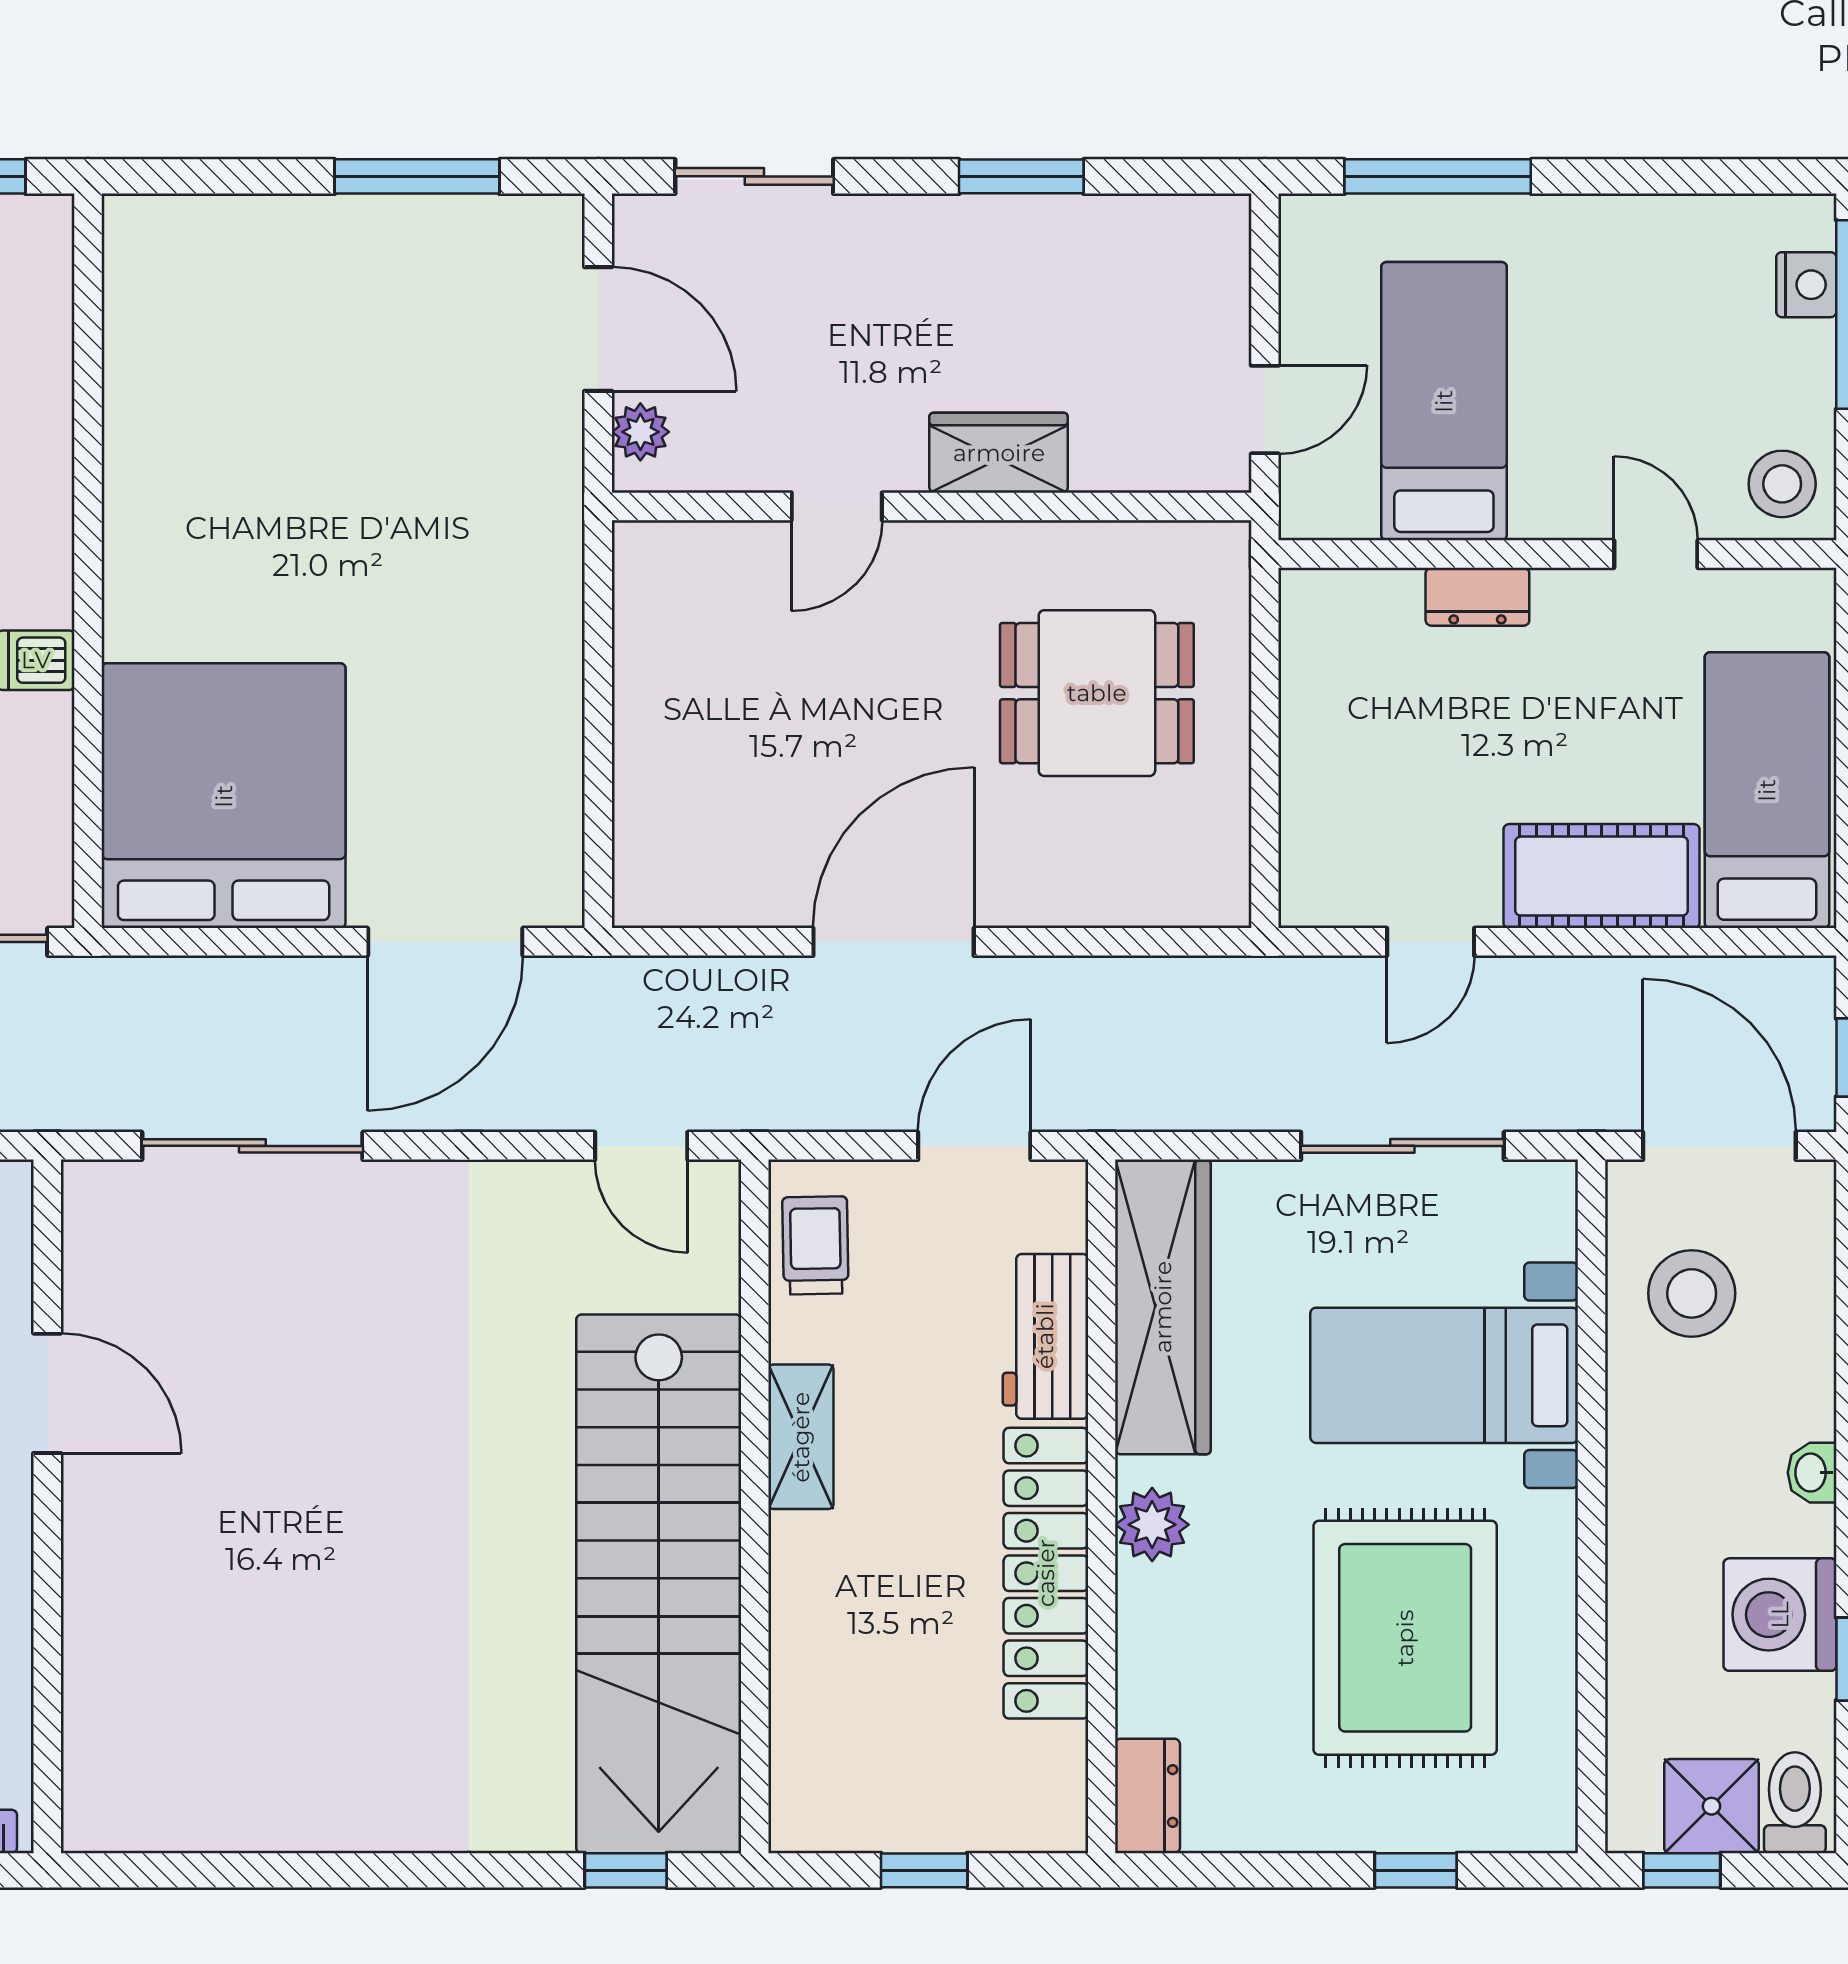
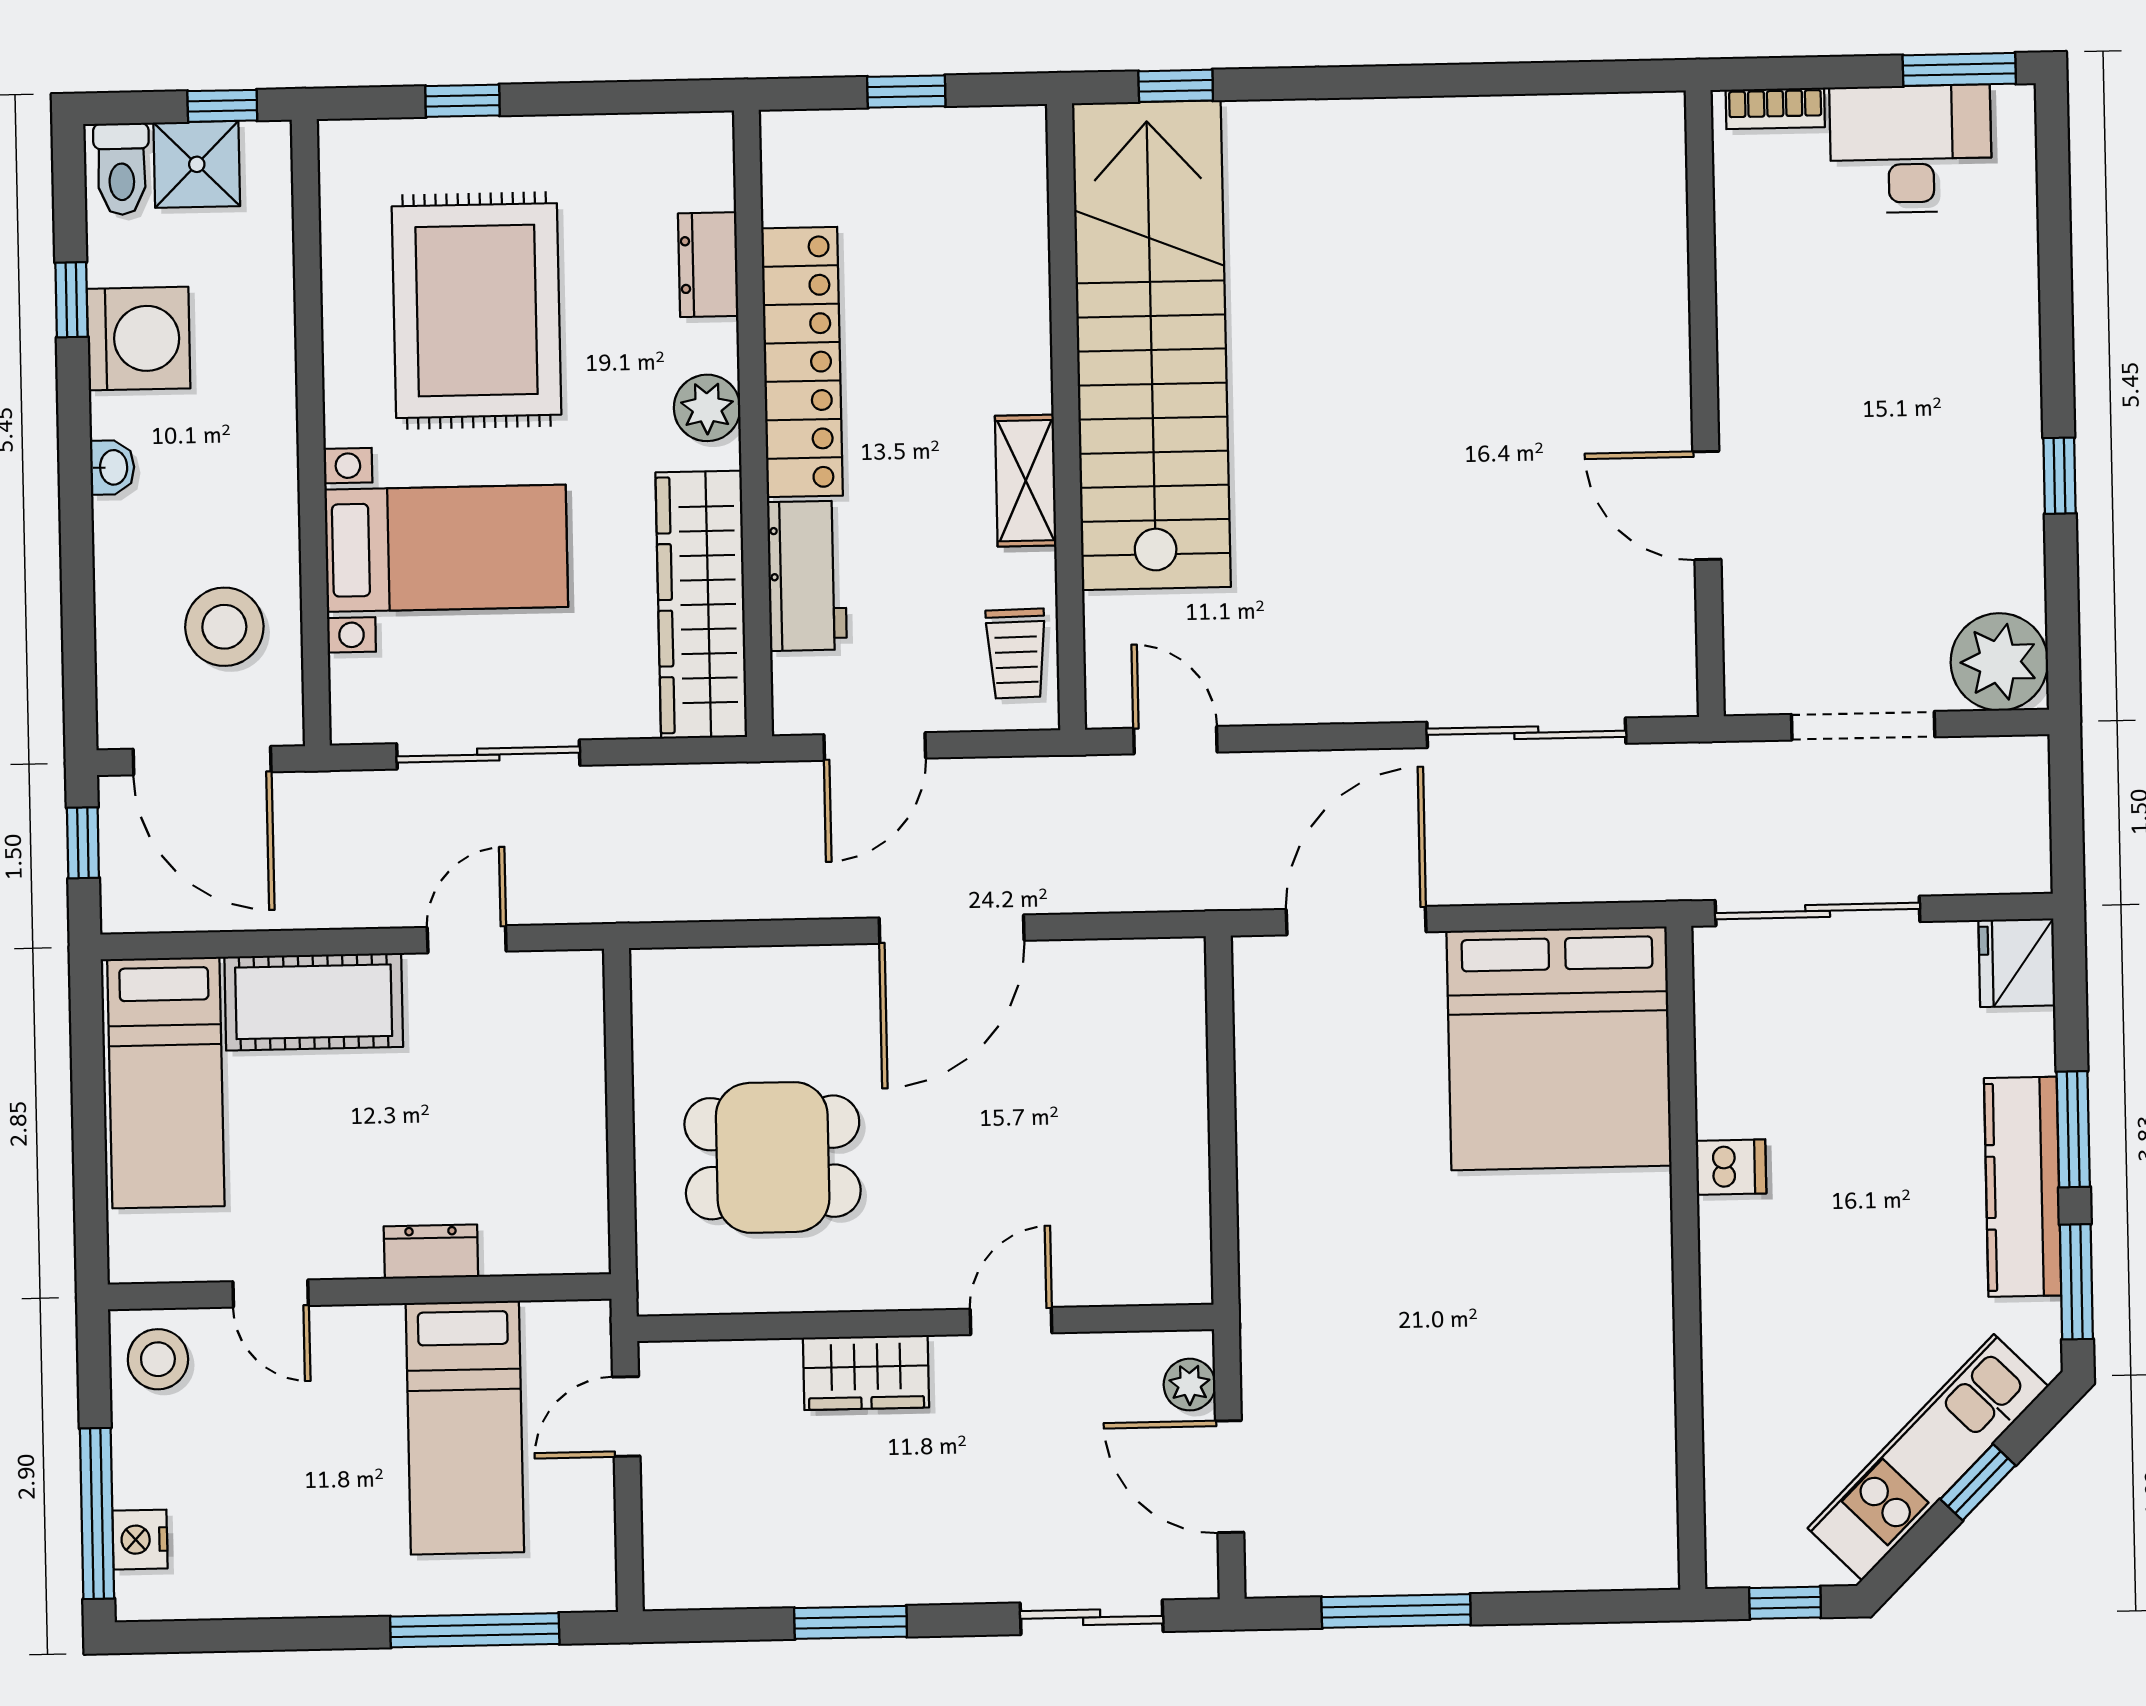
dresser: (1147, 1796) -> (708, 265), moved

